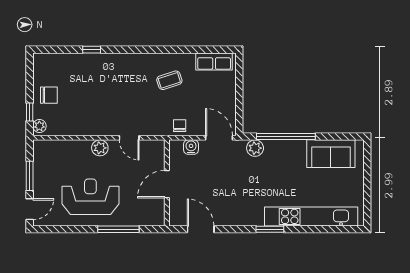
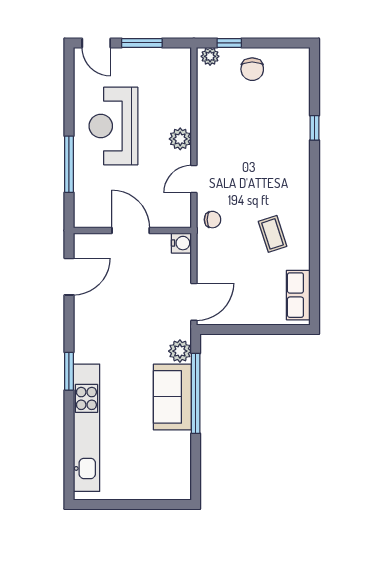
chair: (180, 126) -> (212, 220), moved
water cooler: (191, 147) -> (181, 243), moved
sofa: (331, 154) -> (172, 397), moved
reception desk: (90, 197) -> (113, 126), turned 180

